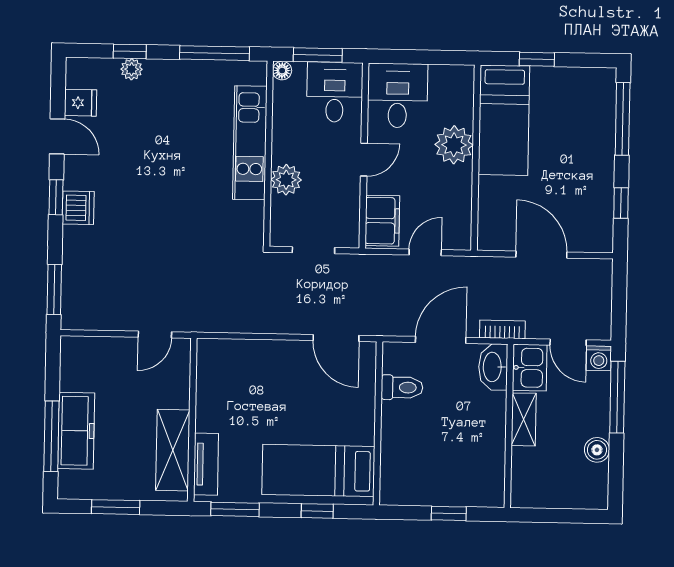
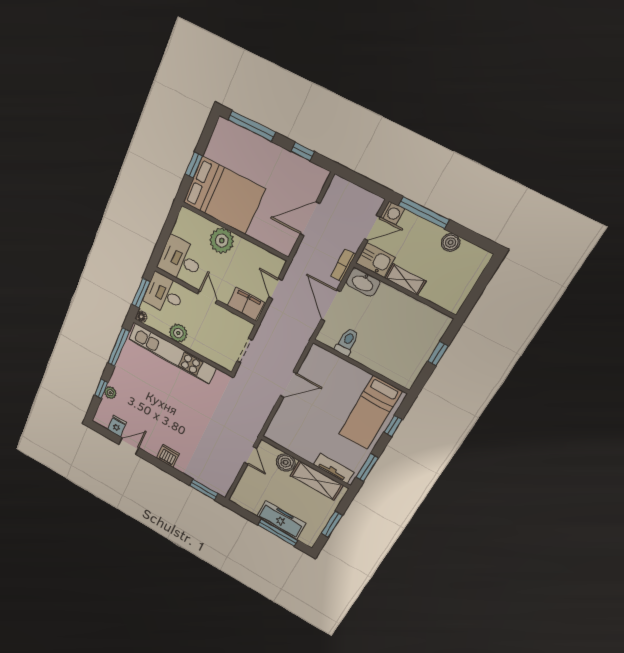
bed: (504, 120) -> (224, 196), width x1.50
kitchen unit: (250, 143) -> (172, 354), width x1.36
plant: (286, 180) -> (178, 333), moved
window: (56, 197) -> (158, 463), removed
door: (336, 338) -> (288, 385), moved
boiler: (175, 392) -> (286, 462), added

